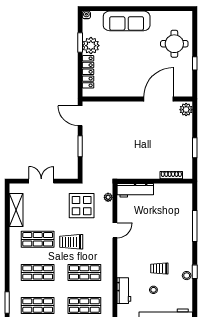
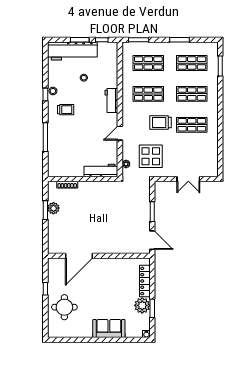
sofa: (127, 21) -> (109, 328), width x0.73
plant: (186, 110) -> (53, 208), moved
shelving: (16, 210) -> (212, 152), removed
trolley: (71, 242) -> (161, 122), turned 180
trolley: (159, 269) -> (66, 110), moved
workbench: (124, 291) -> (111, 100), moved

